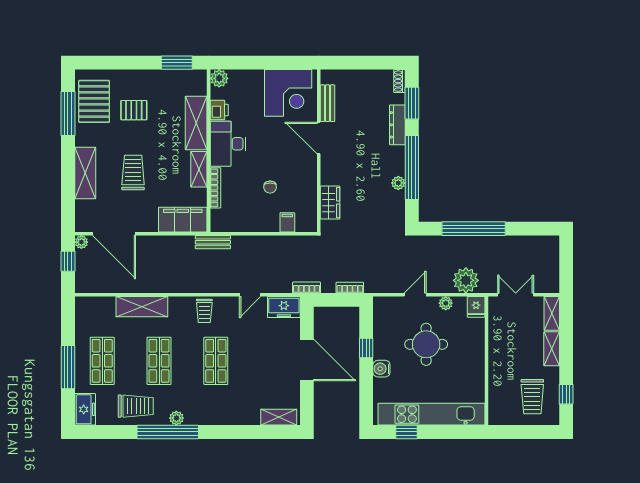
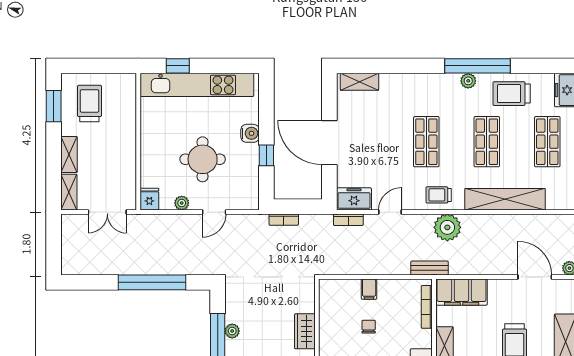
bookcase: (215, 188) -> (427, 307), moved
wardrobe: (330, 203) -> (305, 331), moved
filing cabinet: (287, 222) -> (369, 289), moved
door: (114, 234) -> (535, 277), width x0.73
plant: (466, 280) -> (447, 227), moved
bookcase: (307, 288) -> (348, 220), moved
shelving: (142, 307) -> (505, 199), width x1.47
trolley: (204, 311) -> (439, 195), turned -90
window: (566, 394) -> (54, 106), width x1.50
window: (406, 432) -> (178, 66), moved

